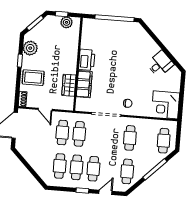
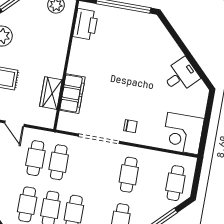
printer: (87, 60) -> (85, 24), moved

